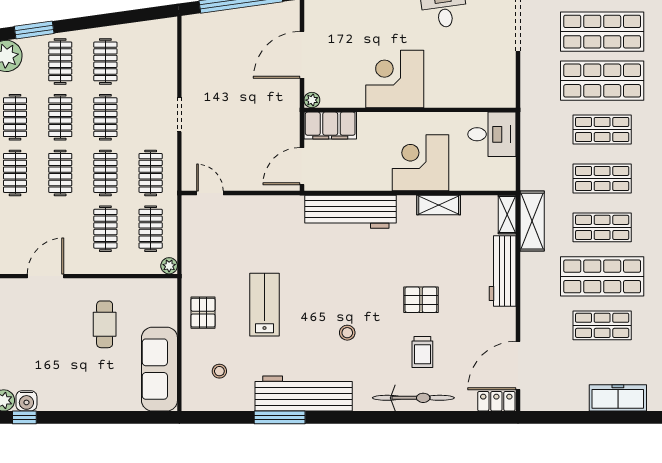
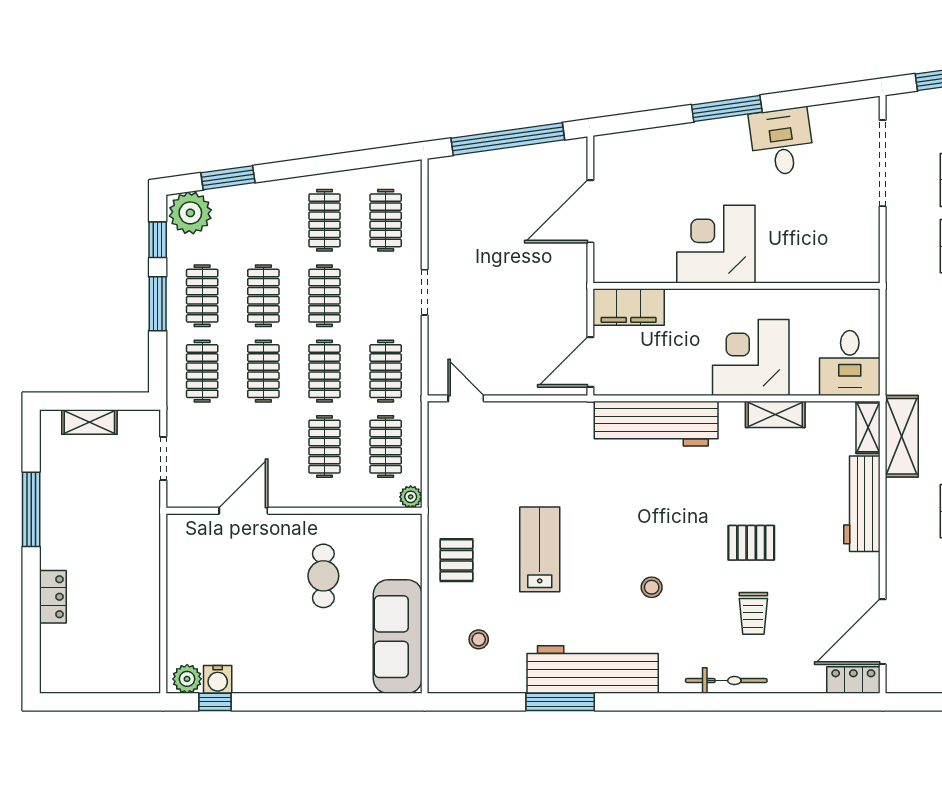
clothes rail: (60, 61) -> (386, 220), moved
plant: (312, 100) -> (604, 273), removed
desk: (492, 134) -> (850, 363), moved, turned 90
bicycle: (413, 398) -> (726, 681), width x0.73, depth x0.71

